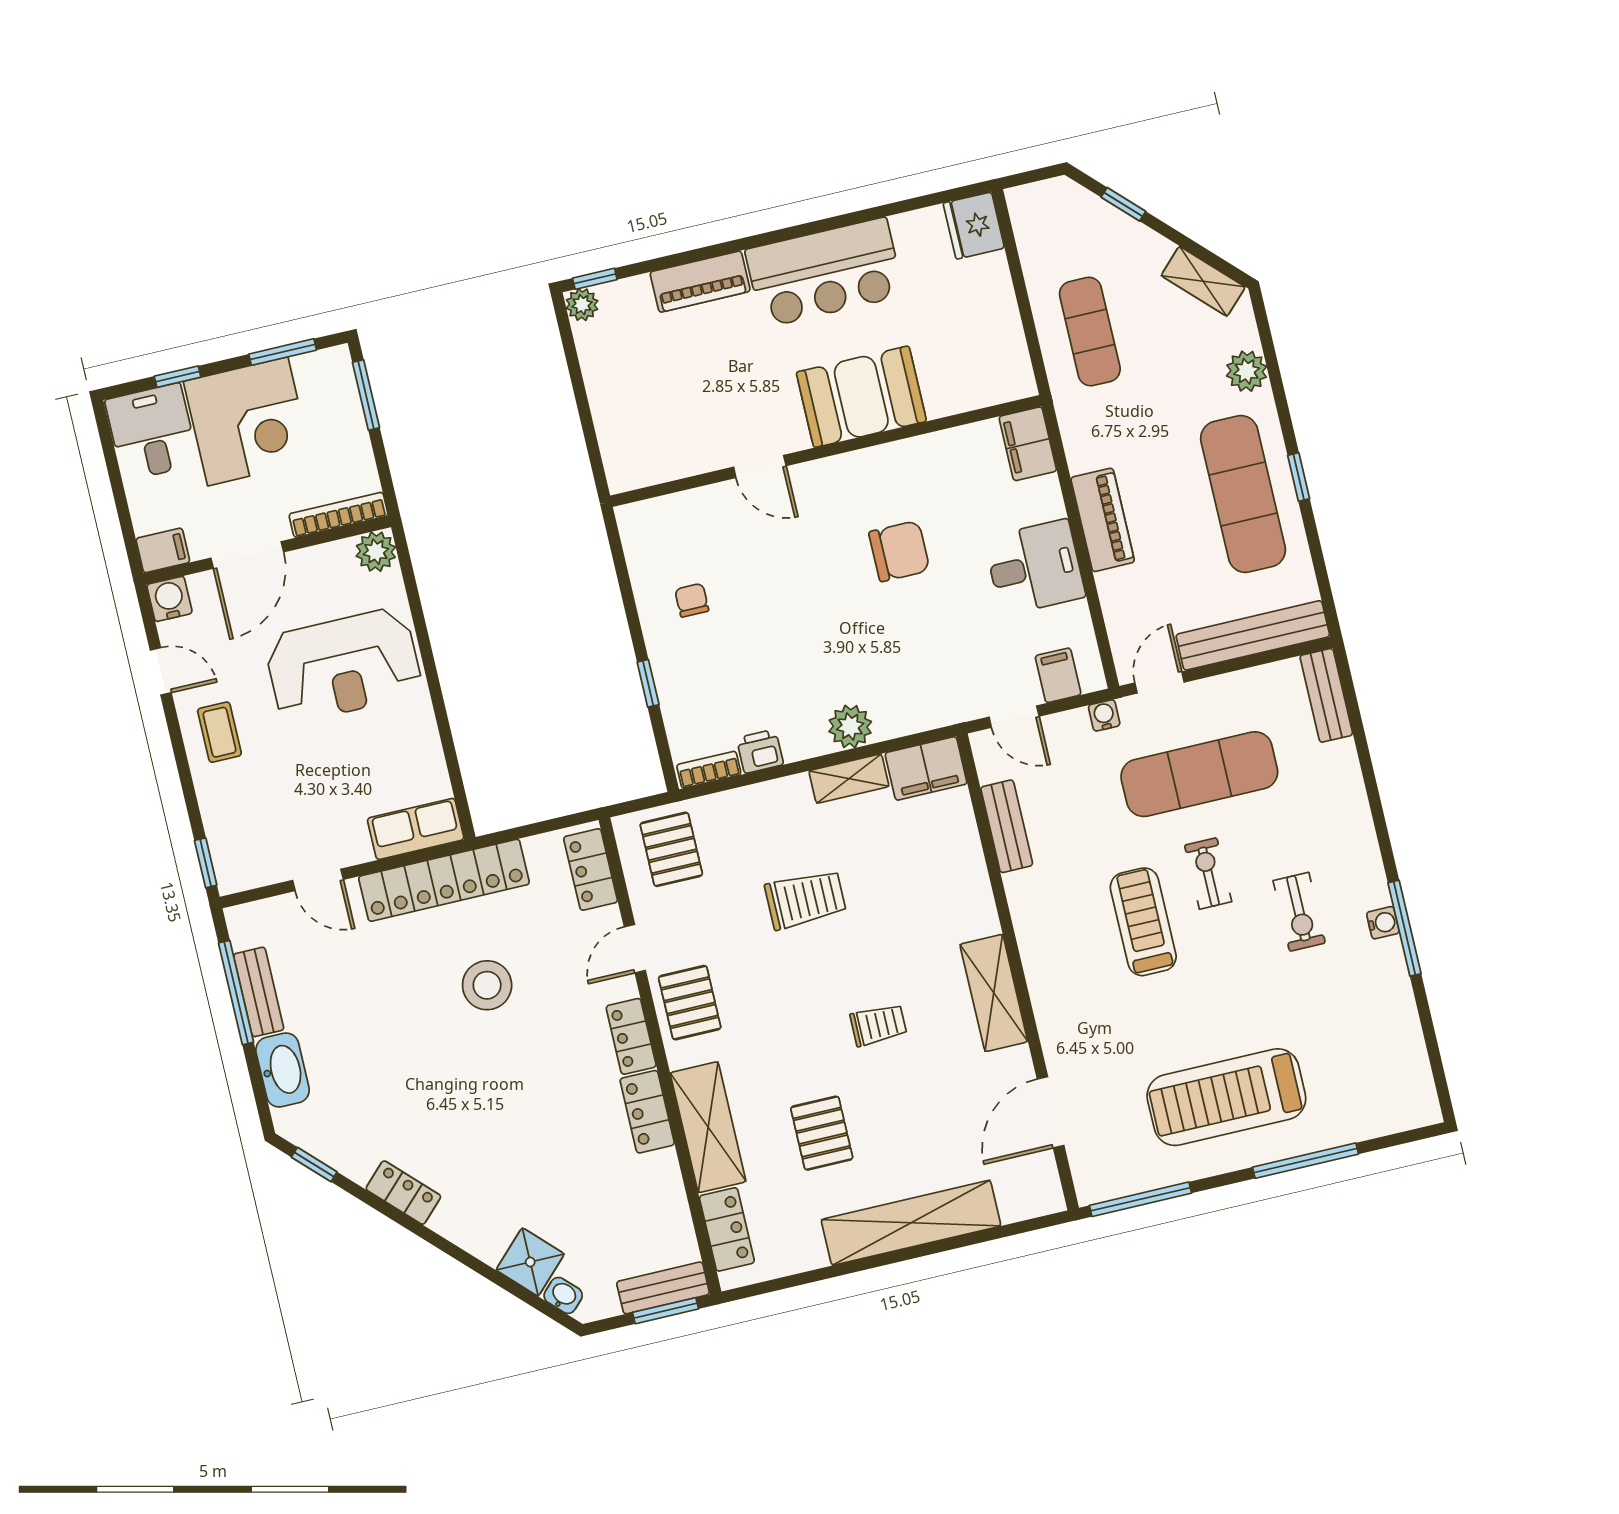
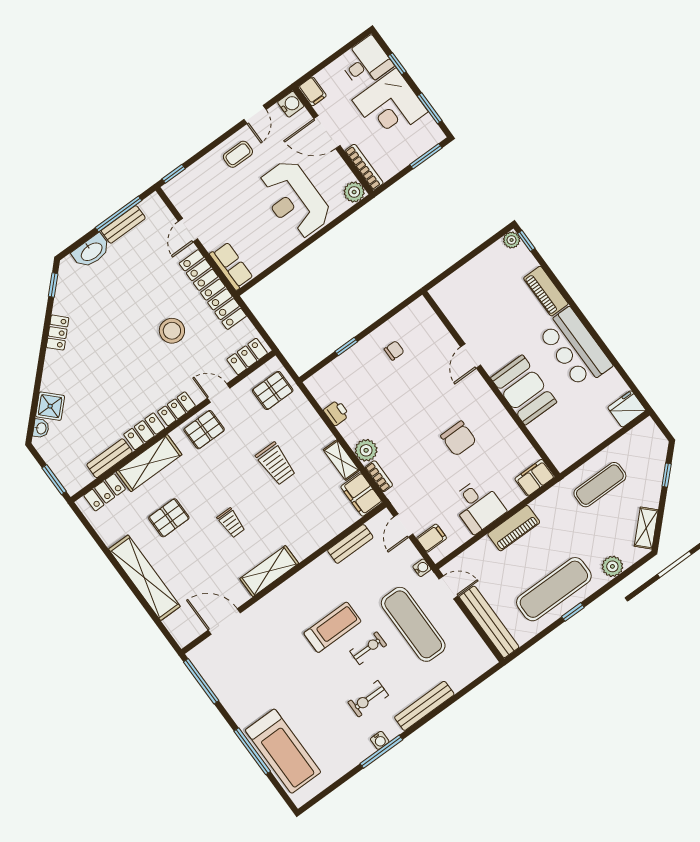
bench: (1326, 695) -> (424, 706), moved, width x1.36
bookcase: (709, 770) -> (379, 476), moved
treadmill: (1226, 1097) -> (283, 751), moved, turned 180
bench: (663, 1288) -> (110, 458), moved, turned 90

